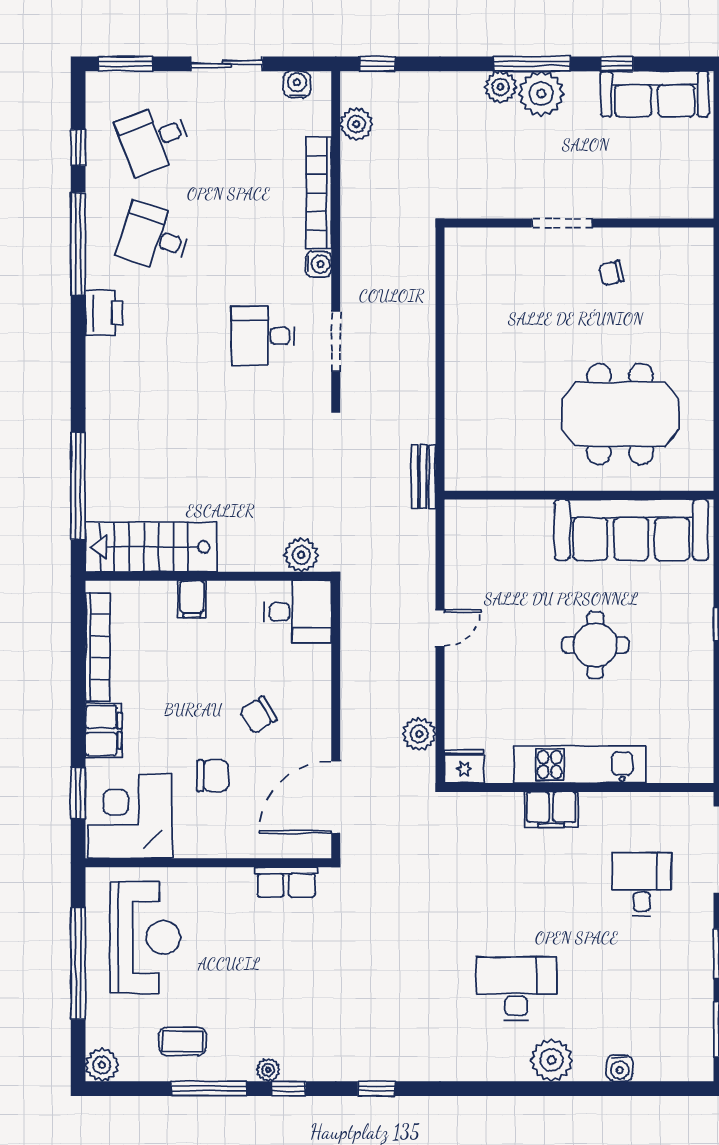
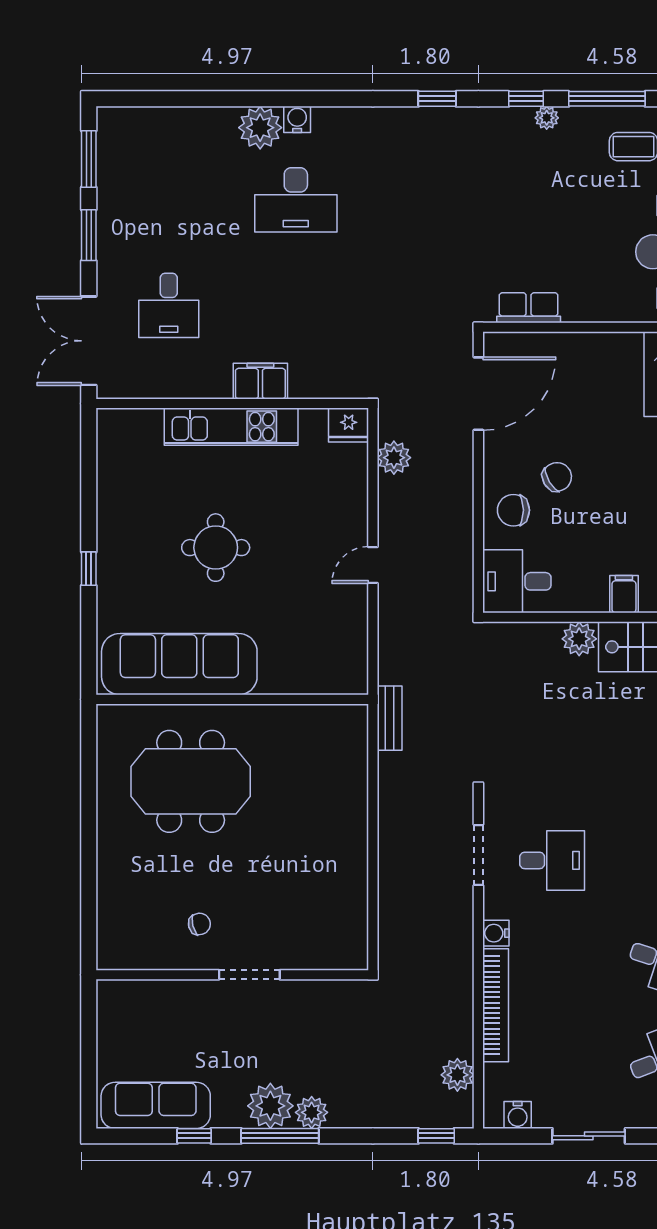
plant: (301, 555) -> (579, 639), moved
chair: (213, 776) -> (513, 510), moved
water cooler: (620, 1068) -> (297, 119), moved

